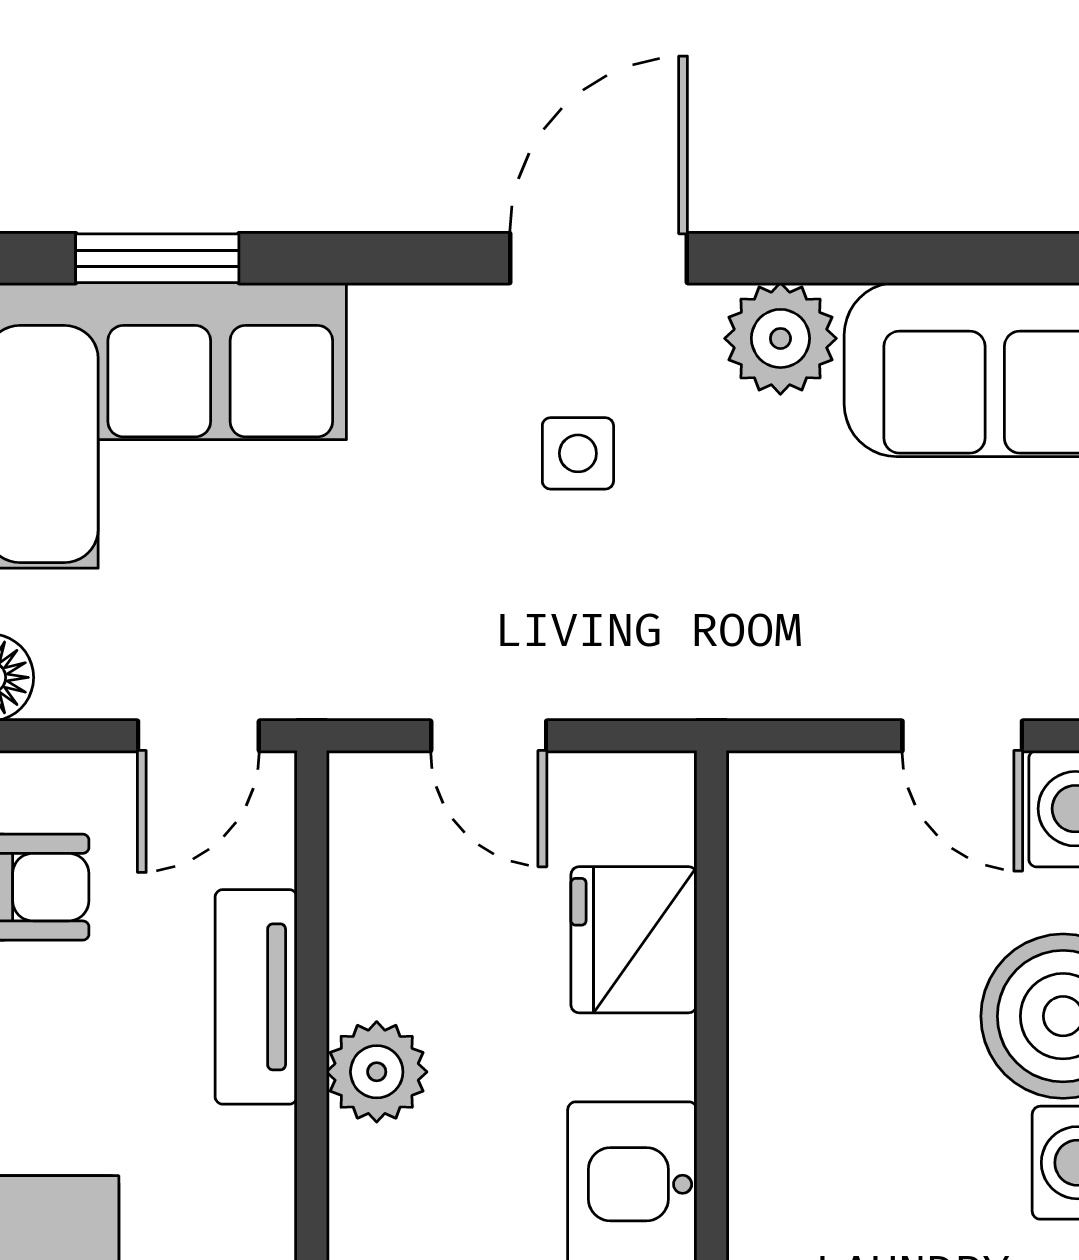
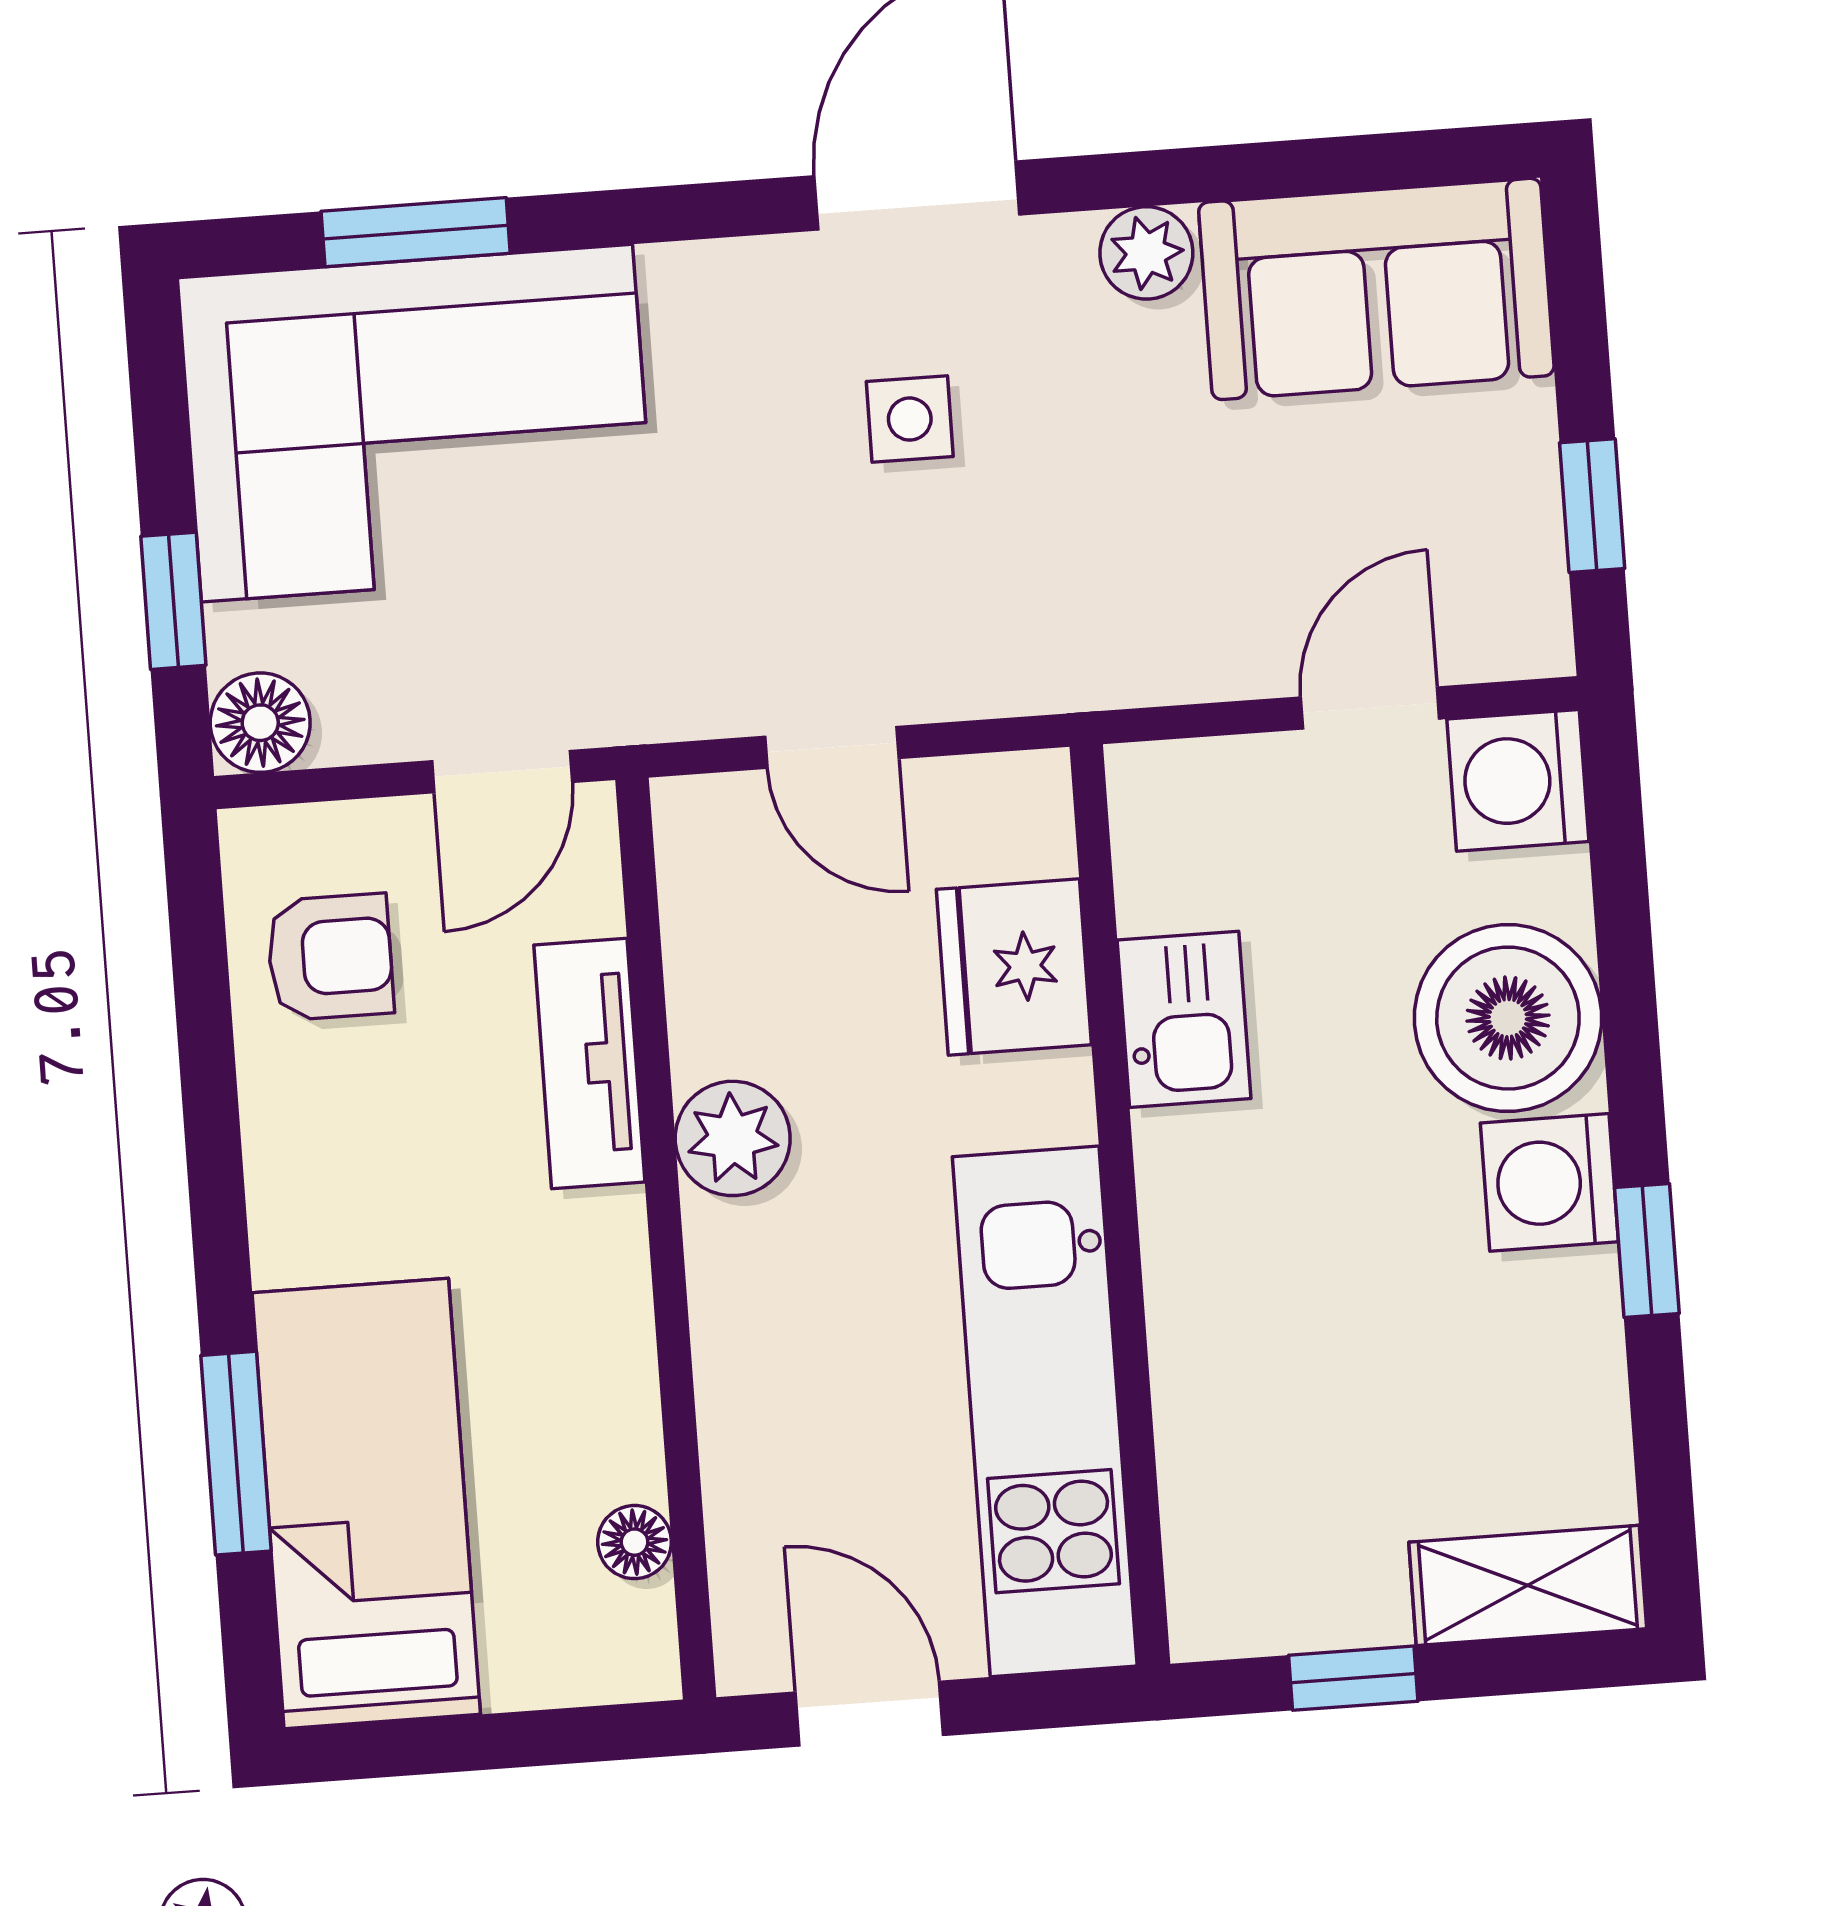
plant: (780, 338) -> (1146, 253), width x0.73, depth x0.73
door: (962, 736) -> (1370, 708), swing flipped
kitchen sink: (779, 996) -> (1184, 1019), added

